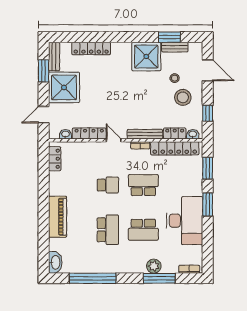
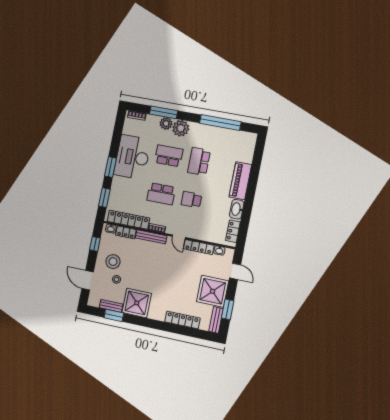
door: (44, 115) -> (235, 271), hinge flipped
washbasin: (55, 262) -> (237, 209), moved
plant: (136, 264) -> (181, 128), added

